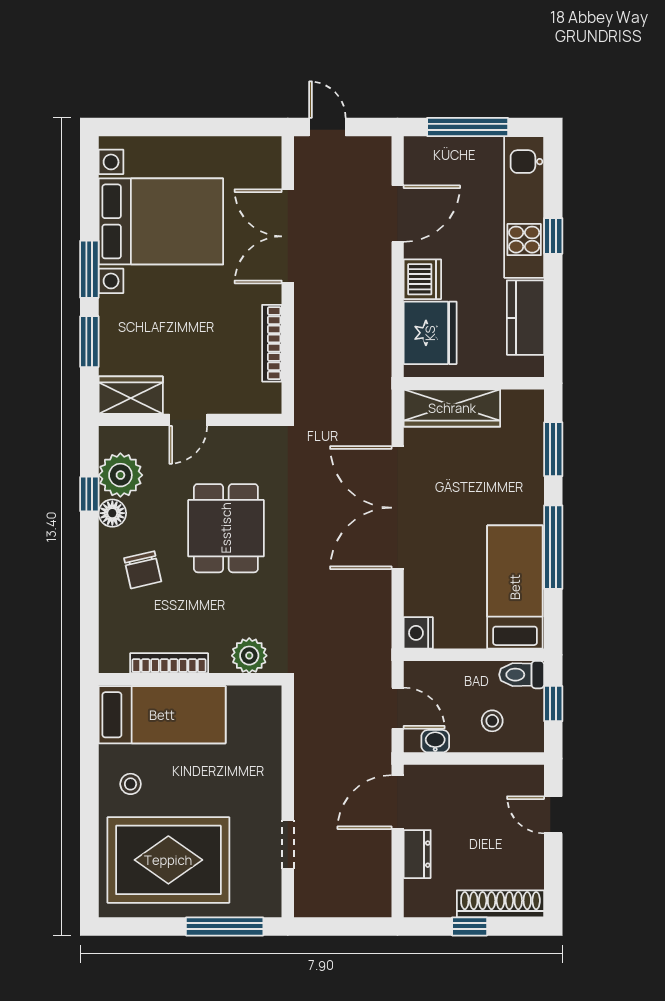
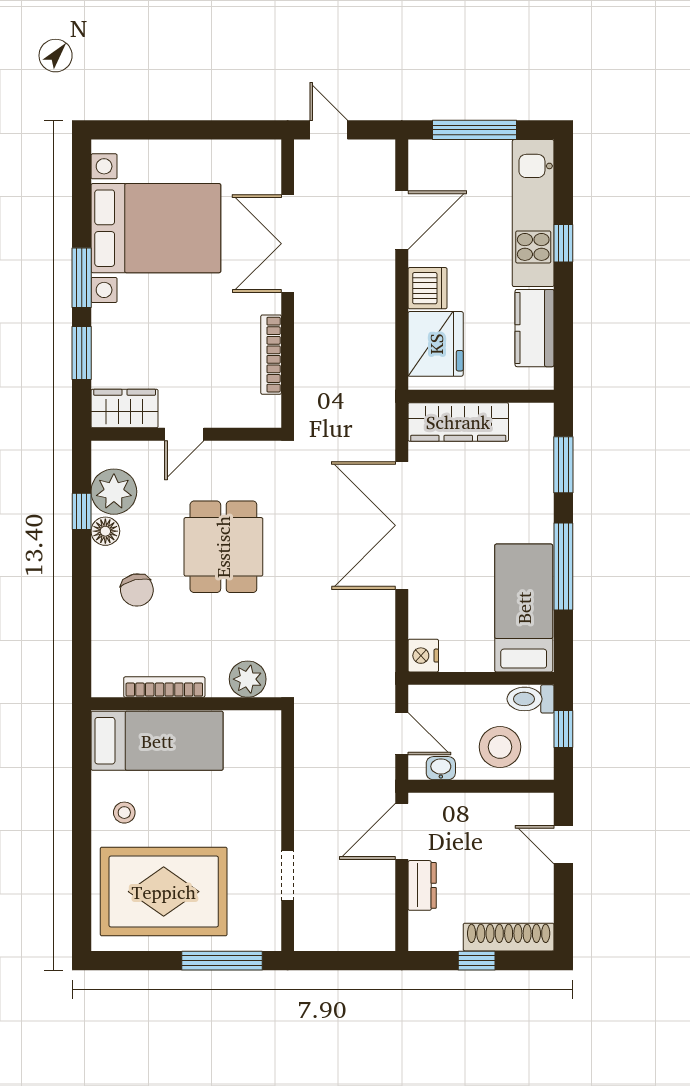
stool: (492, 721) -> (500, 747), width x1.89, depth x1.89

